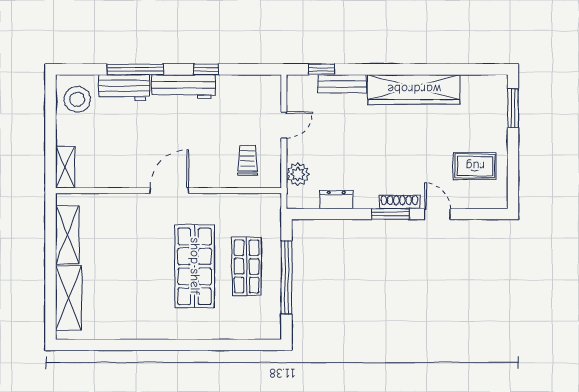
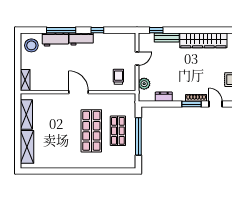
workbench: (183, 87) -> (81, 39), width x0.73
door: (169, 191) -> (78, 92), hinge flipped

